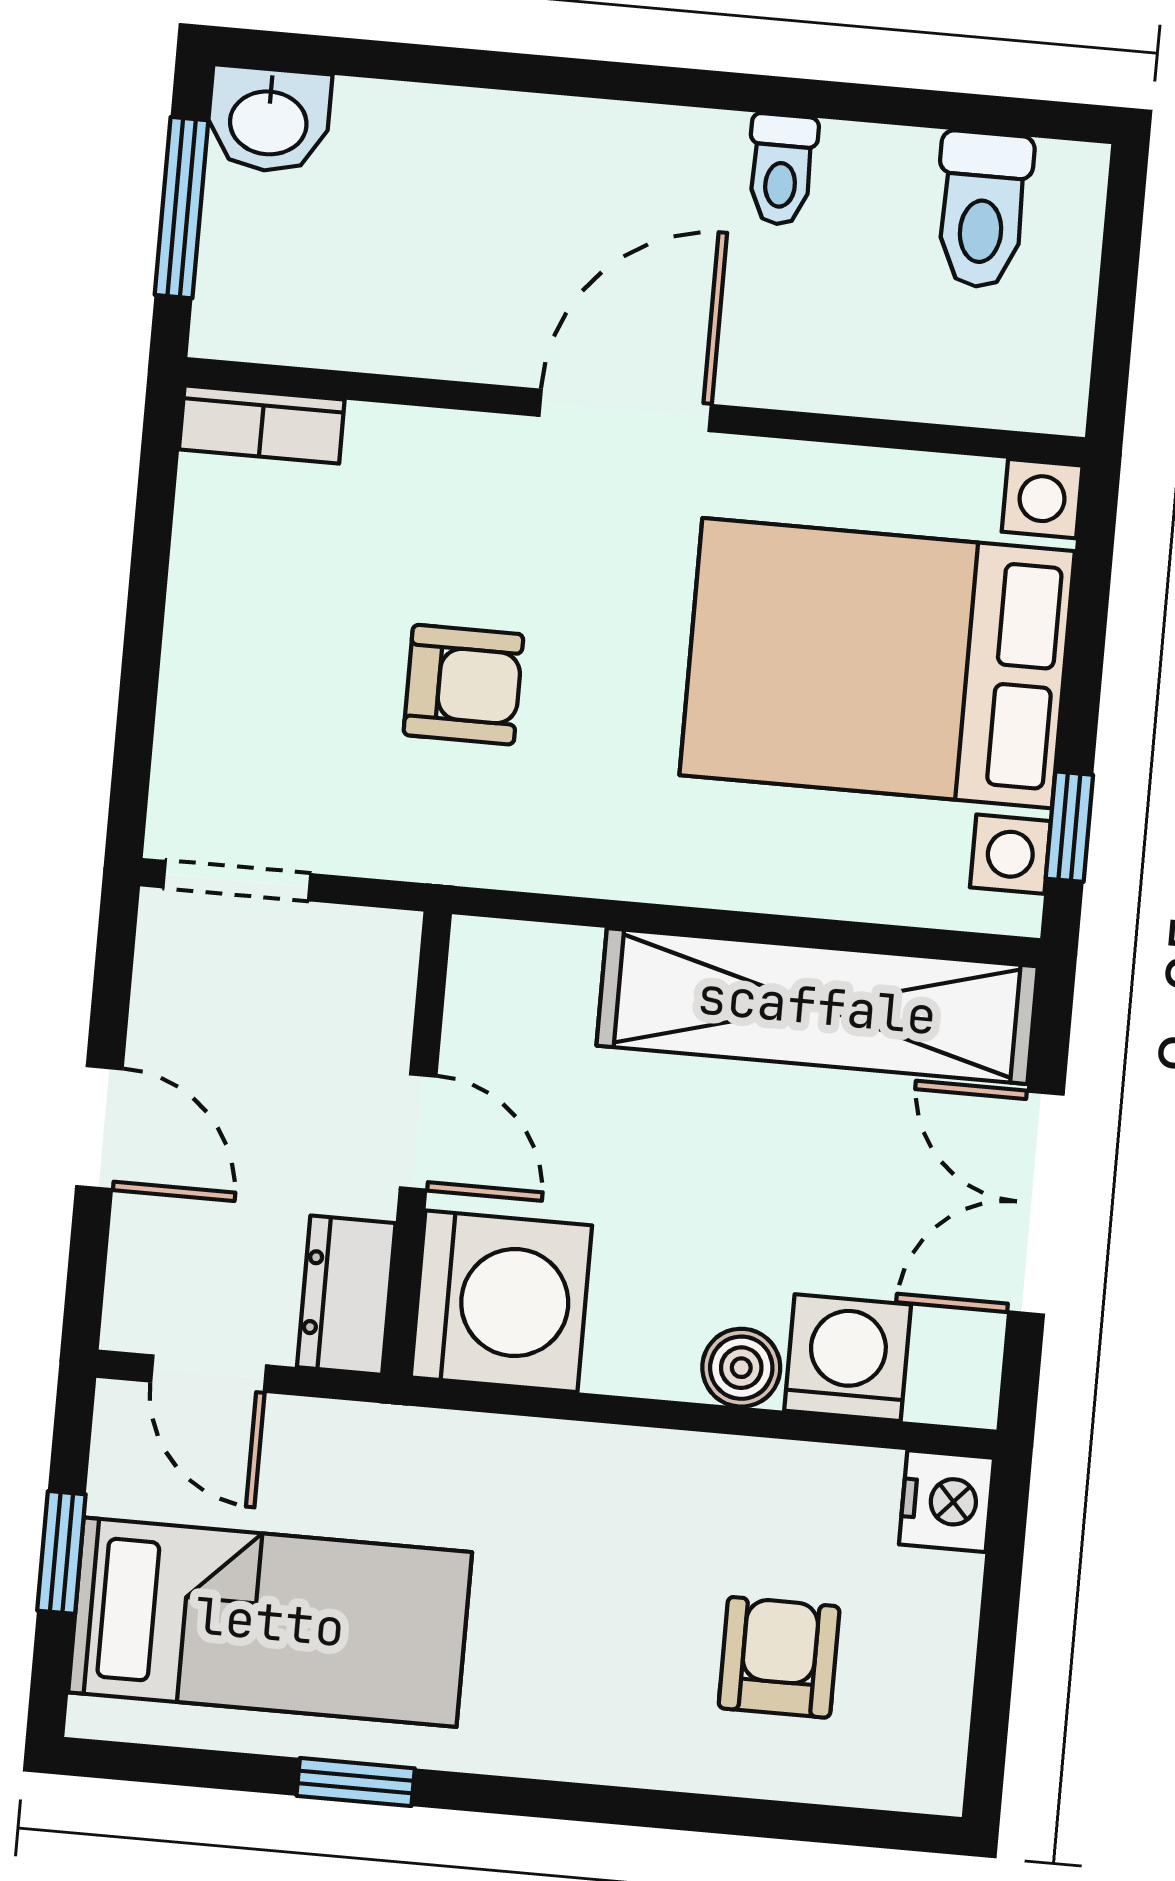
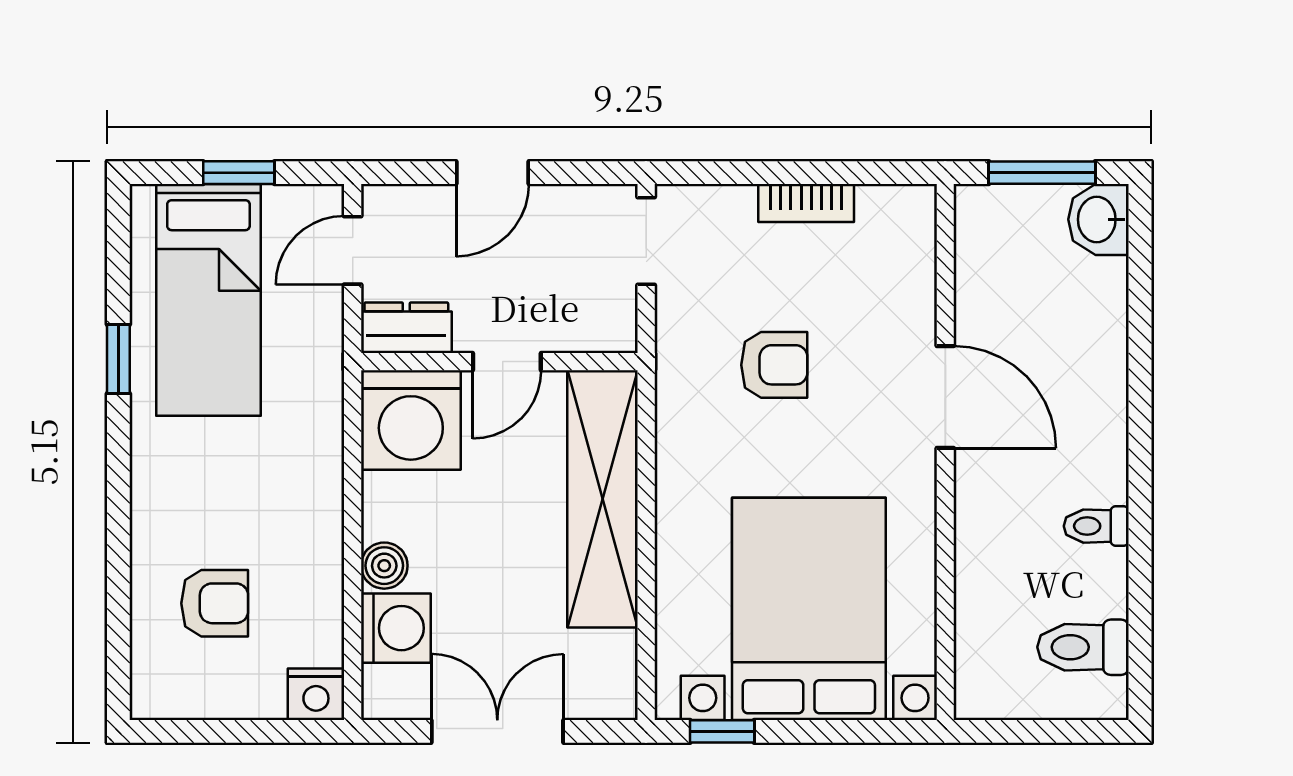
door: (625, 410) -> (945, 397), moved
bookcase: (262, 425) -> (806, 203), moved, turned -90
armchair: (463, 685) -> (774, 365), turned -90
shelving: (817, 1006) -> (603, 499), moved

